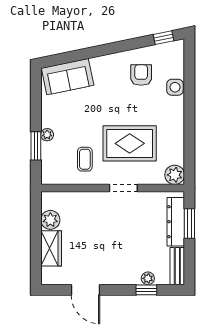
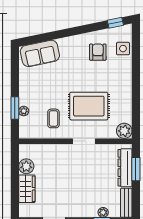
side table: (175, 87) -> (123, 49), moved
plant: (47, 135) -> (24, 111), moved

